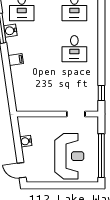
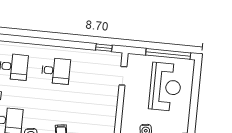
reception desk: (69, 156) -> (165, 87), turned 90

